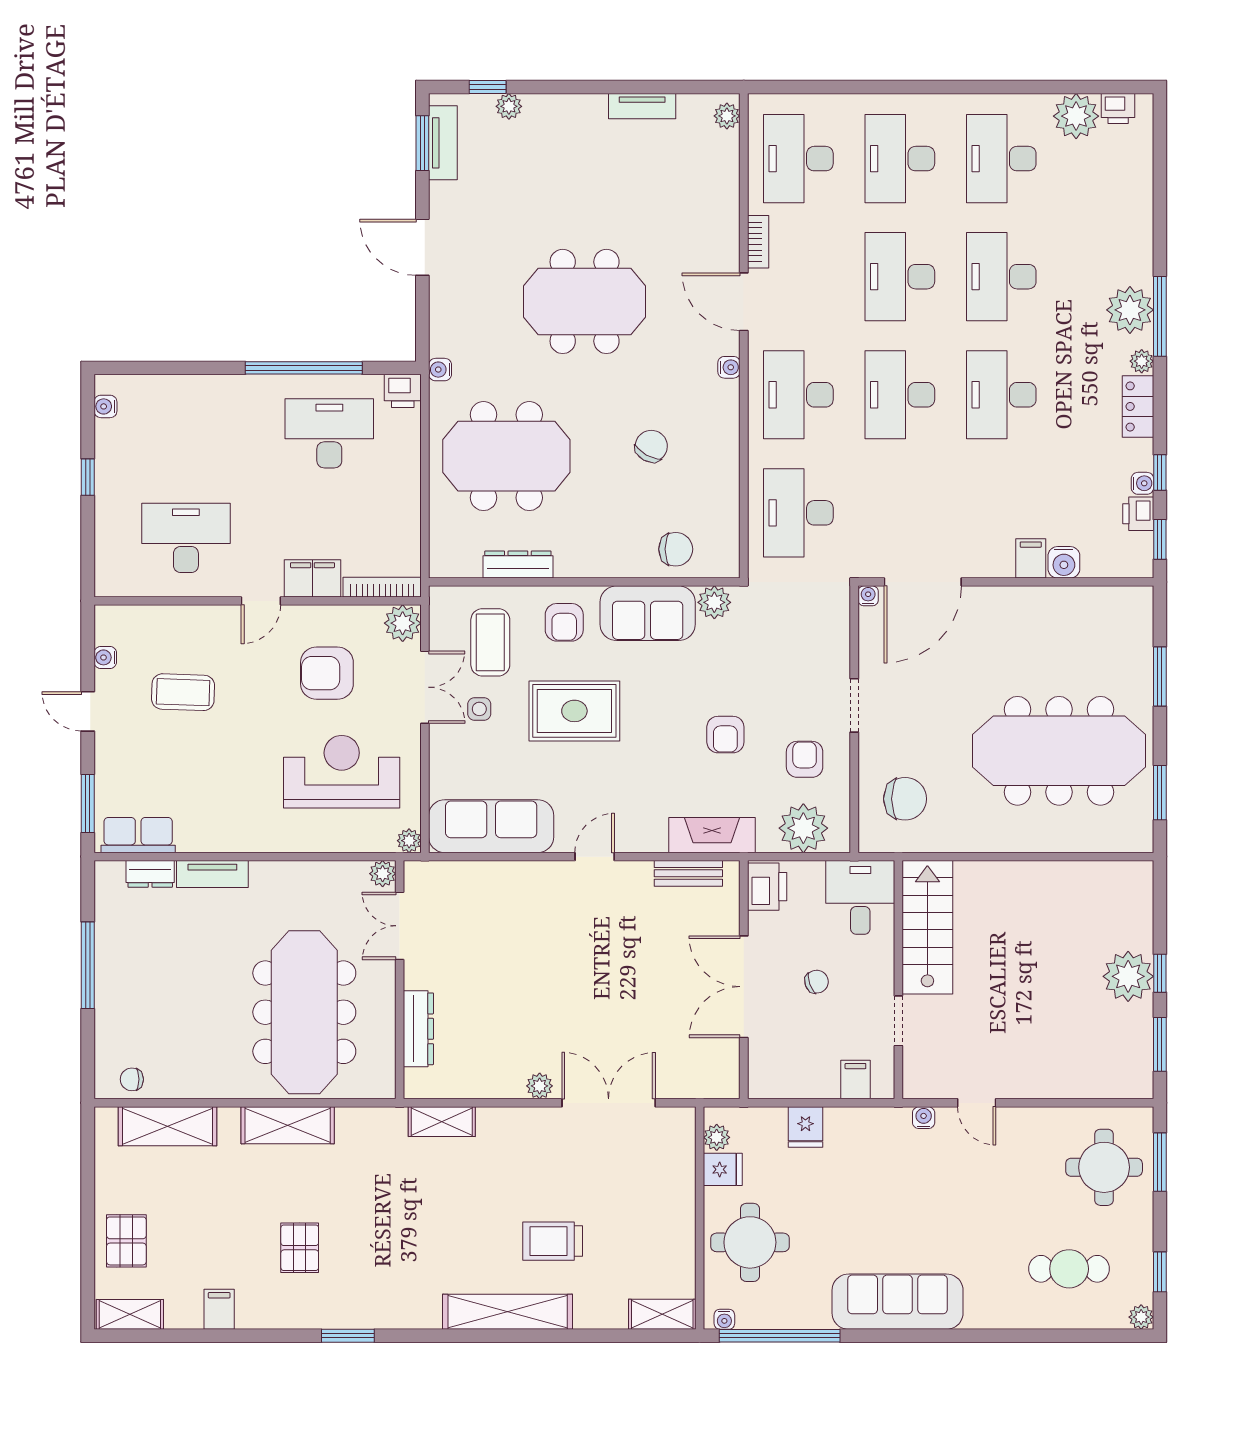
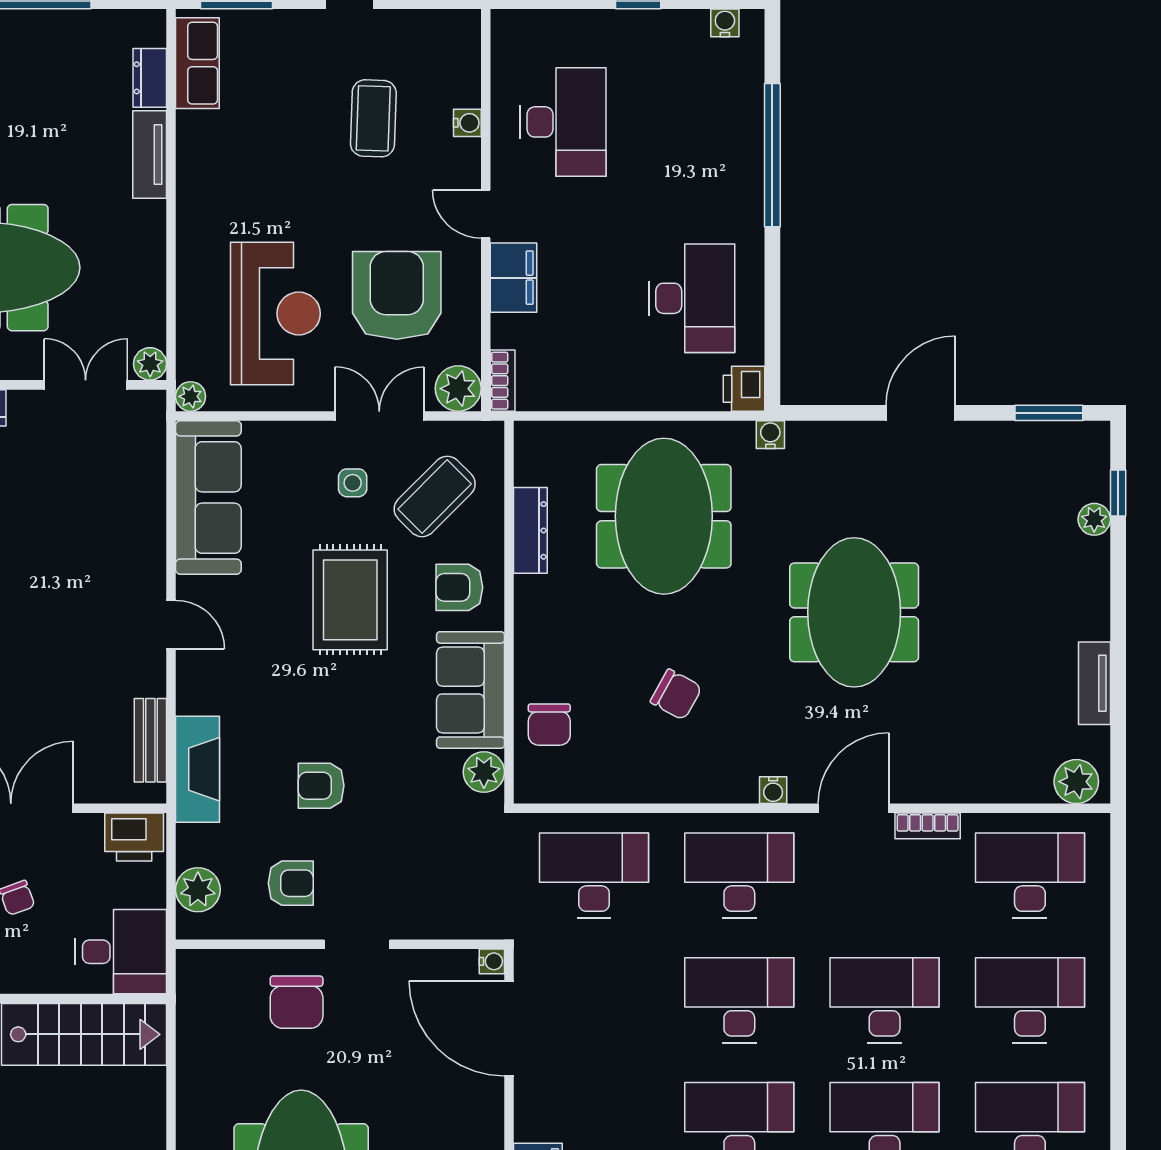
plant: (727, 116) -> (1076, 782), width x1.38, depth x1.38
tv unit: (443, 143) -> (1049, 438), removed
window: (304, 368) -> (772, 155), moved
bookcase: (382, 587) -> (503, 381), width x0.64
coffee table: (490, 642) -> (435, 496), turned -45
water cooler: (105, 657) -> (467, 123), moved, turned 90
armchair: (327, 673) -> (397, 295), width x1.36, depth x1.36
double door: (425, 687) -> (379, 416), swing flipped
chair: (905, 799) -> (297, 1002), moved
plant: (803, 828) -> (198, 890), width x0.73, depth x0.73

